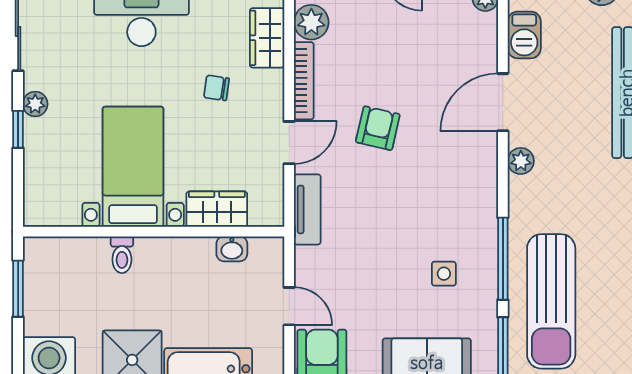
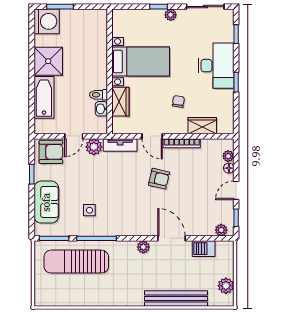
plant: (311, 22) -> (94, 147), moved
toilet: (122, 255) -> (98, 95), moved
window: (18, 289) -> (60, 7), moved

